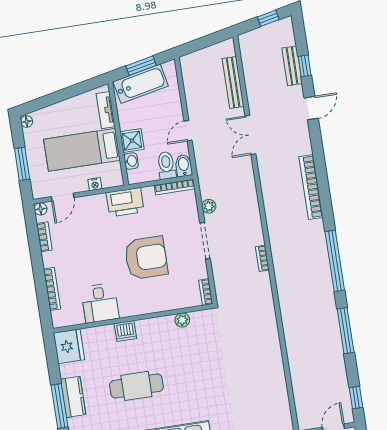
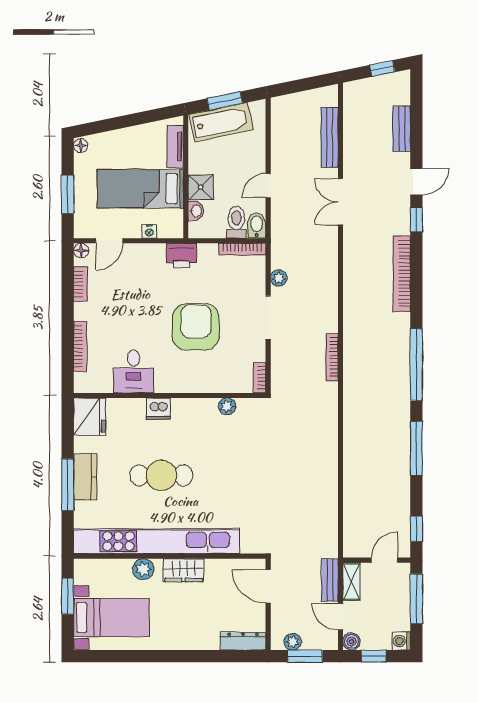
window: (305, 66) -> (416, 220), moved
printer: (125, 202) -> (181, 256), width x0.73, depth x0.84
armchair: (146, 258) -> (196, 327), turned -90
bookcase: (262, 258) -> (332, 357), width x1.56

